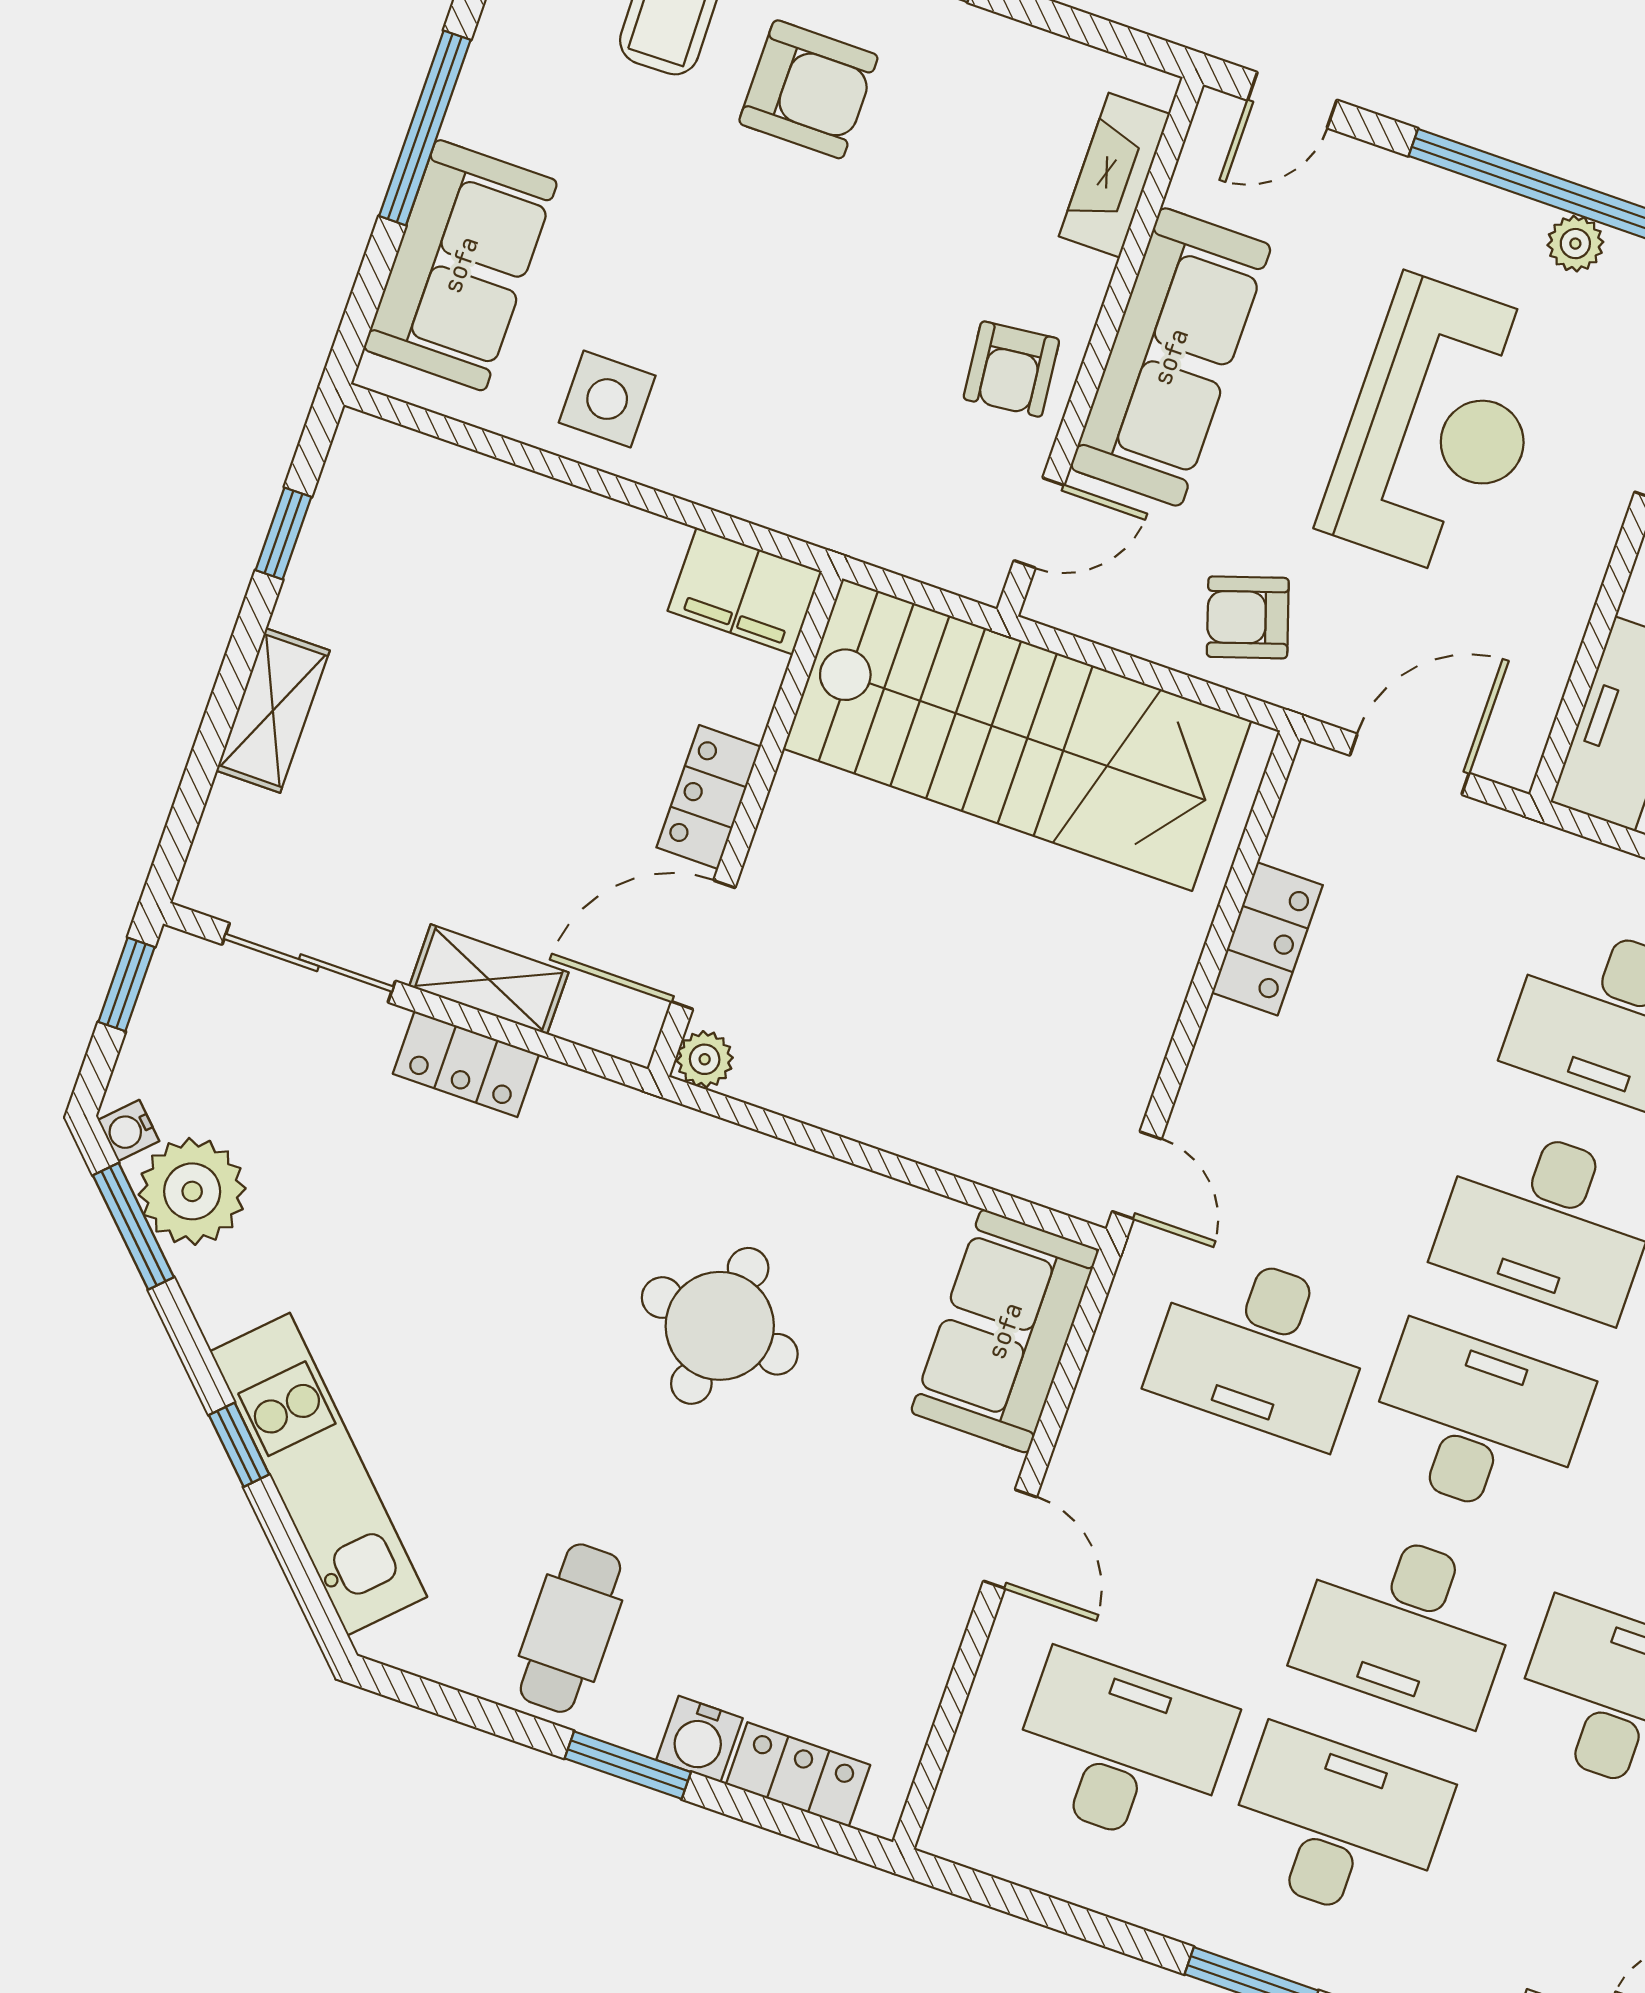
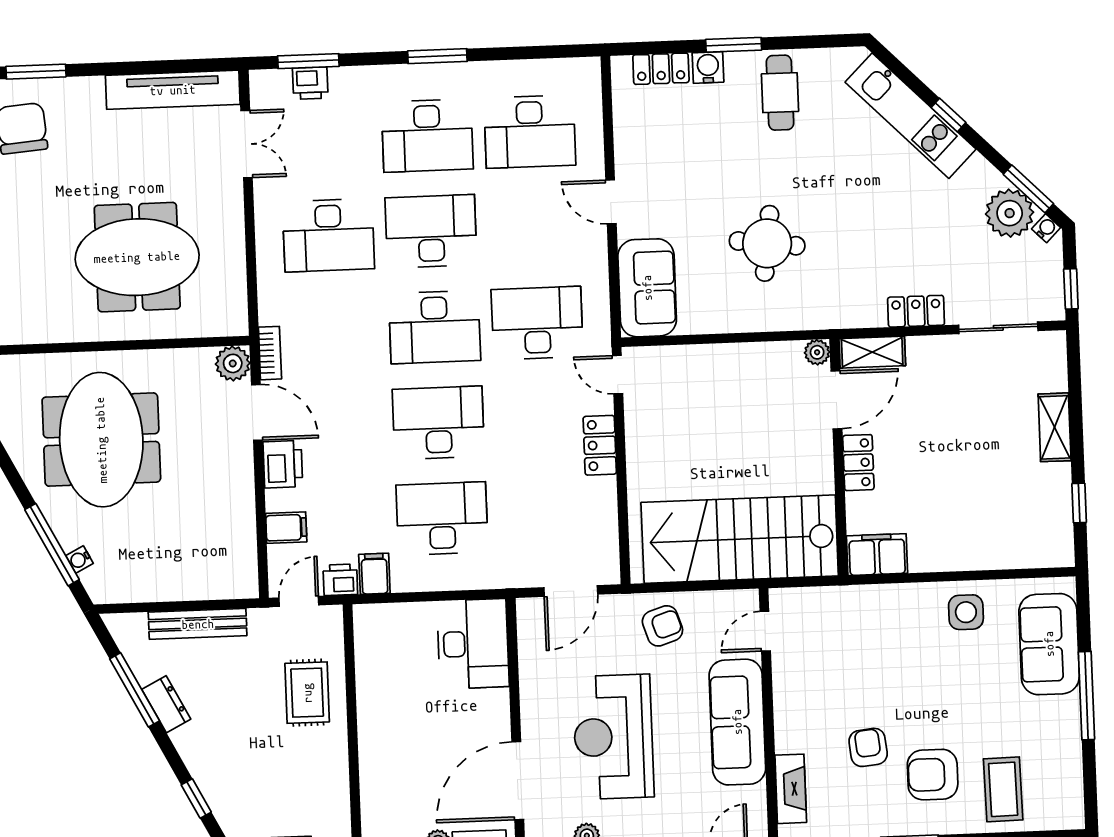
armchair: (1011, 369) -> (868, 747), moved
locker: (1267, 939) -> (600, 445), moved
shelving: (489, 979) -> (872, 352), moved

